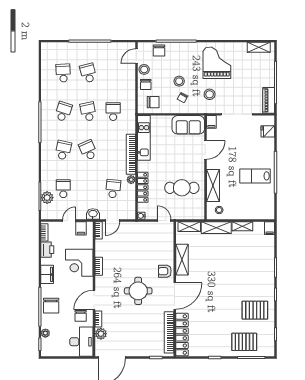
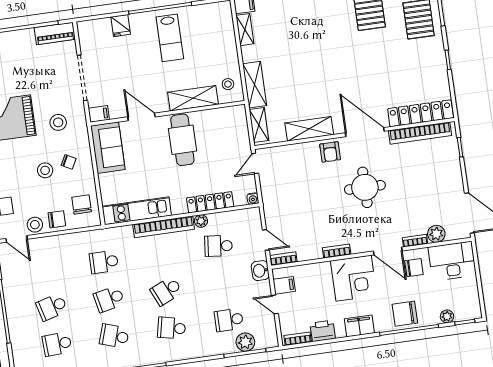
fridge: (268, 131) -> (121, 26), moved
cafe table: (182, 188) -> (182, 140), moved
shelving: (242, 226) -> (245, 30), moved
corner desk: (79, 263) -> (354, 278), moved
chair: (51, 306) -> (405, 314), turned 180

